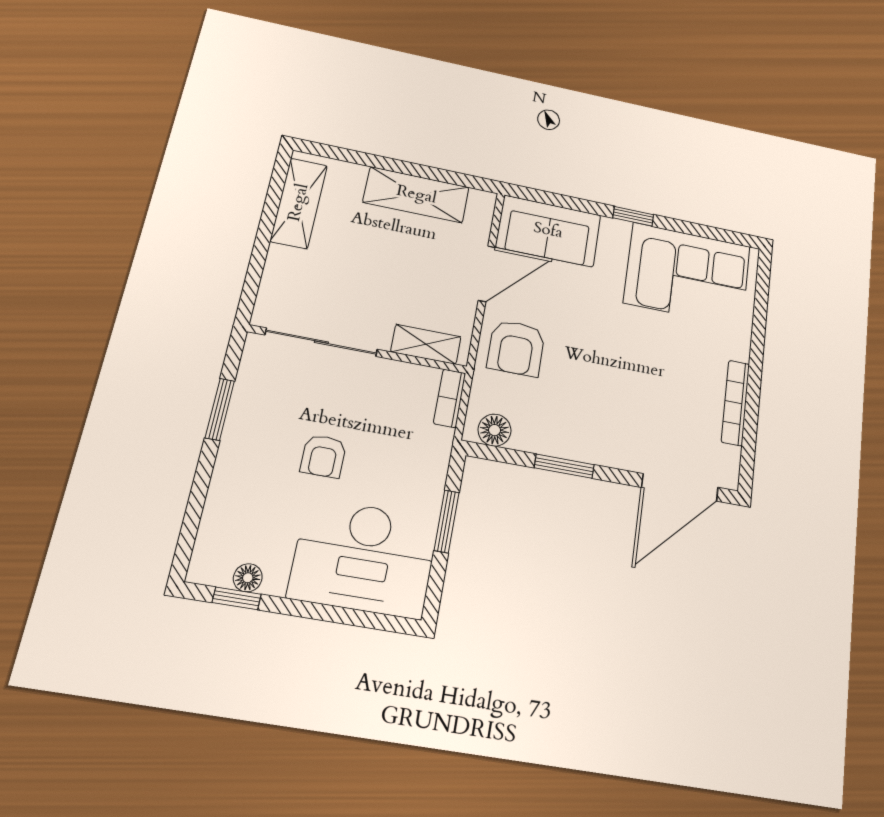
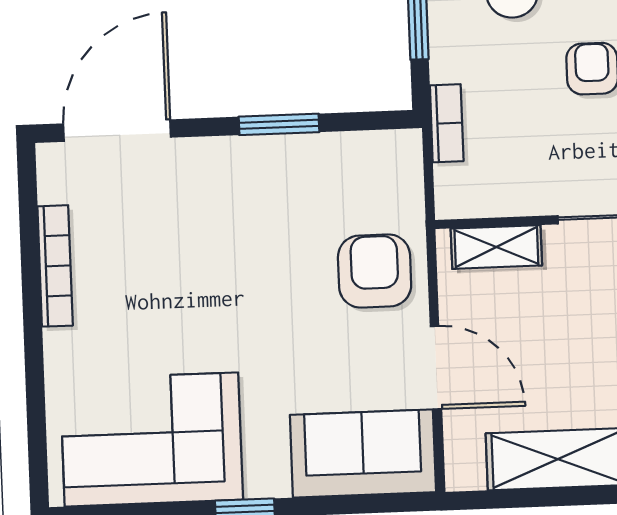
door: (487, 274) -> (436, 368), swing flipped
bookcase: (450, 398) -> (447, 123), moved
floor lamp: (495, 430) -> (381, 152), removed

